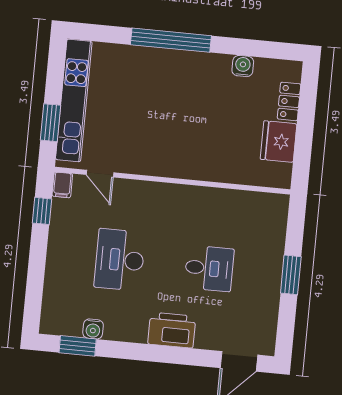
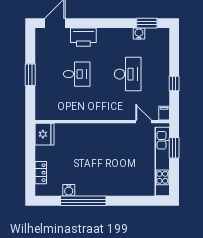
window: (171, 40) -> (83, 201), moved
fridge: (279, 142) -> (44, 134), moved
window: (42, 211) -> (174, 83), moved
desk: (209, 268) -> (77, 74), turned 180
printer: (172, 330) -> (83, 37), moved

